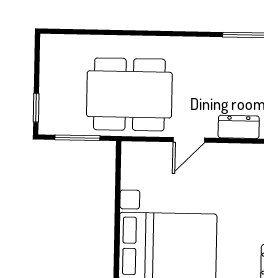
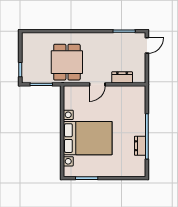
dining table: (129, 94) -> (67, 62), width x0.73

